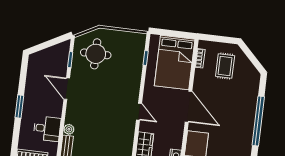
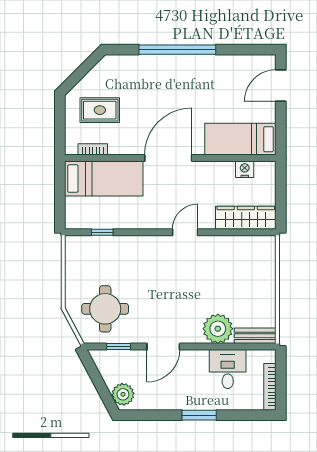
plant: (39, 59) -> (123, 394), added
bed: (175, 62) -> (104, 179), width x0.67
plant: (69, 129) -> (218, 329), width x1.88, depth x1.88

